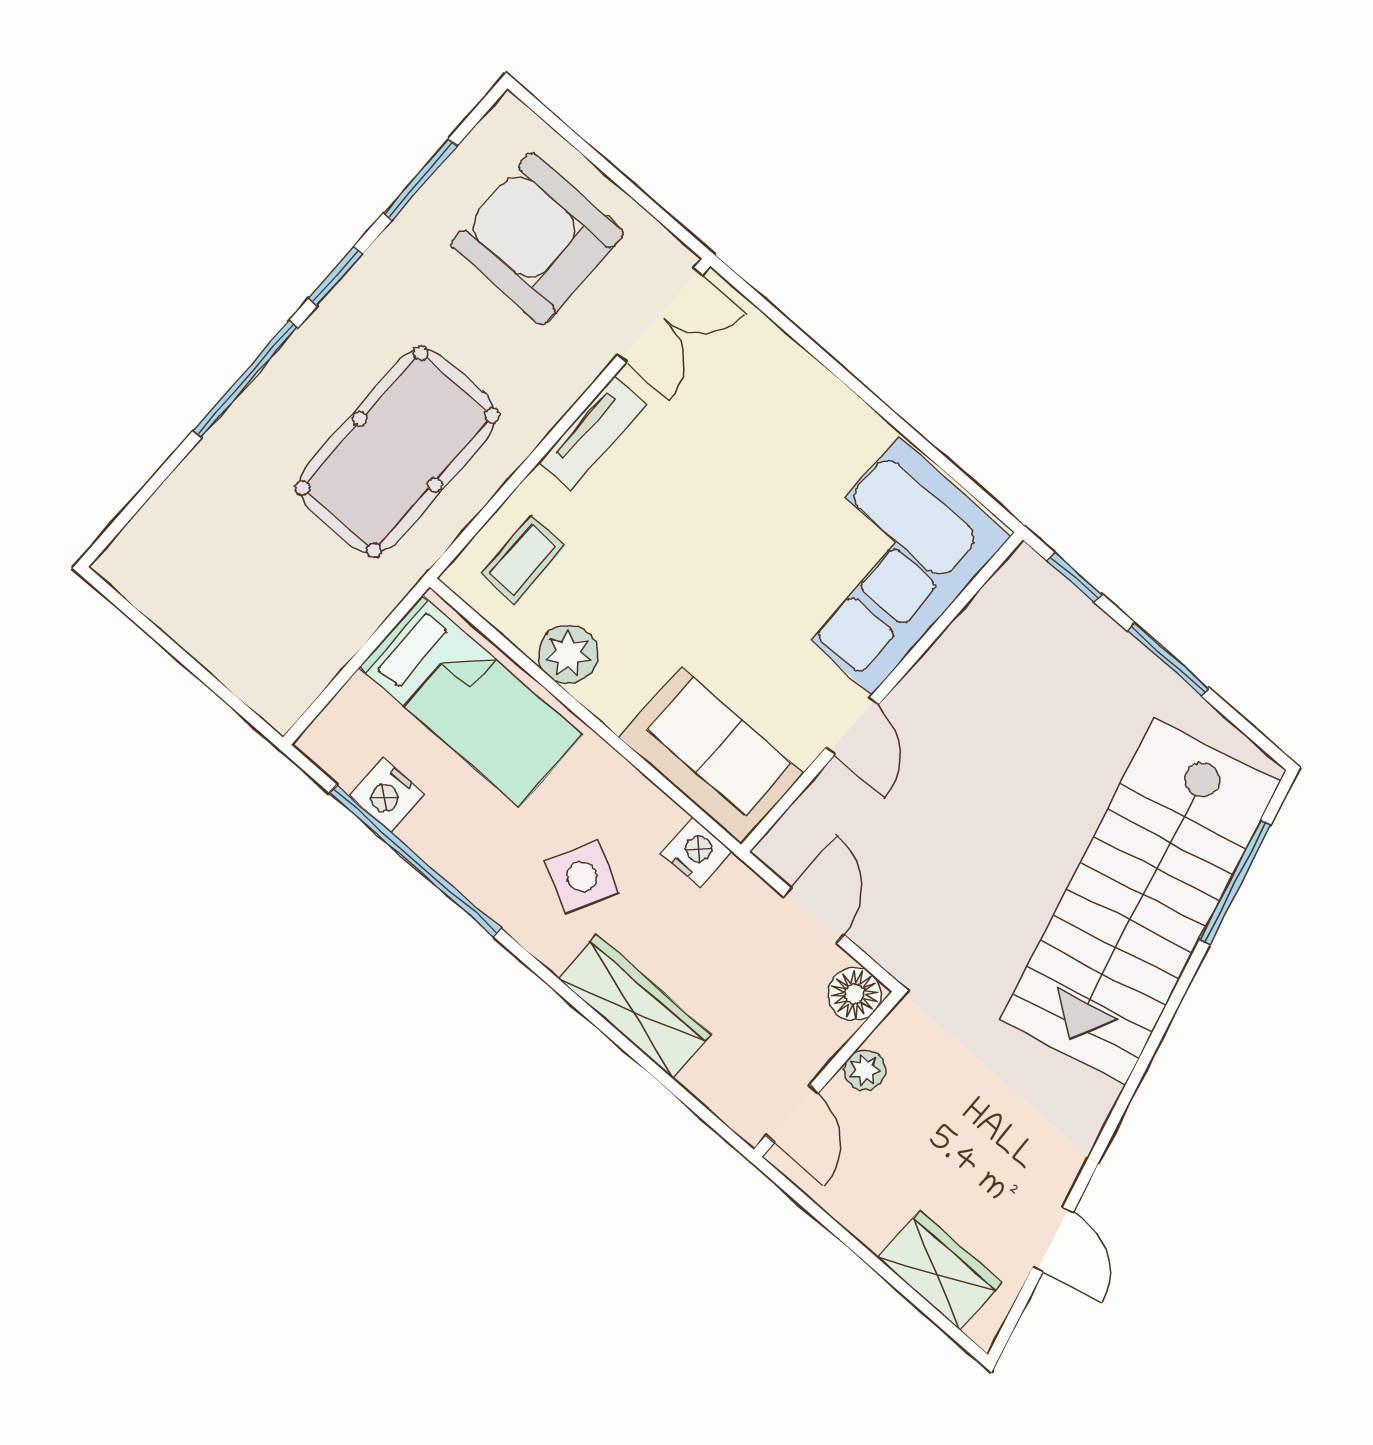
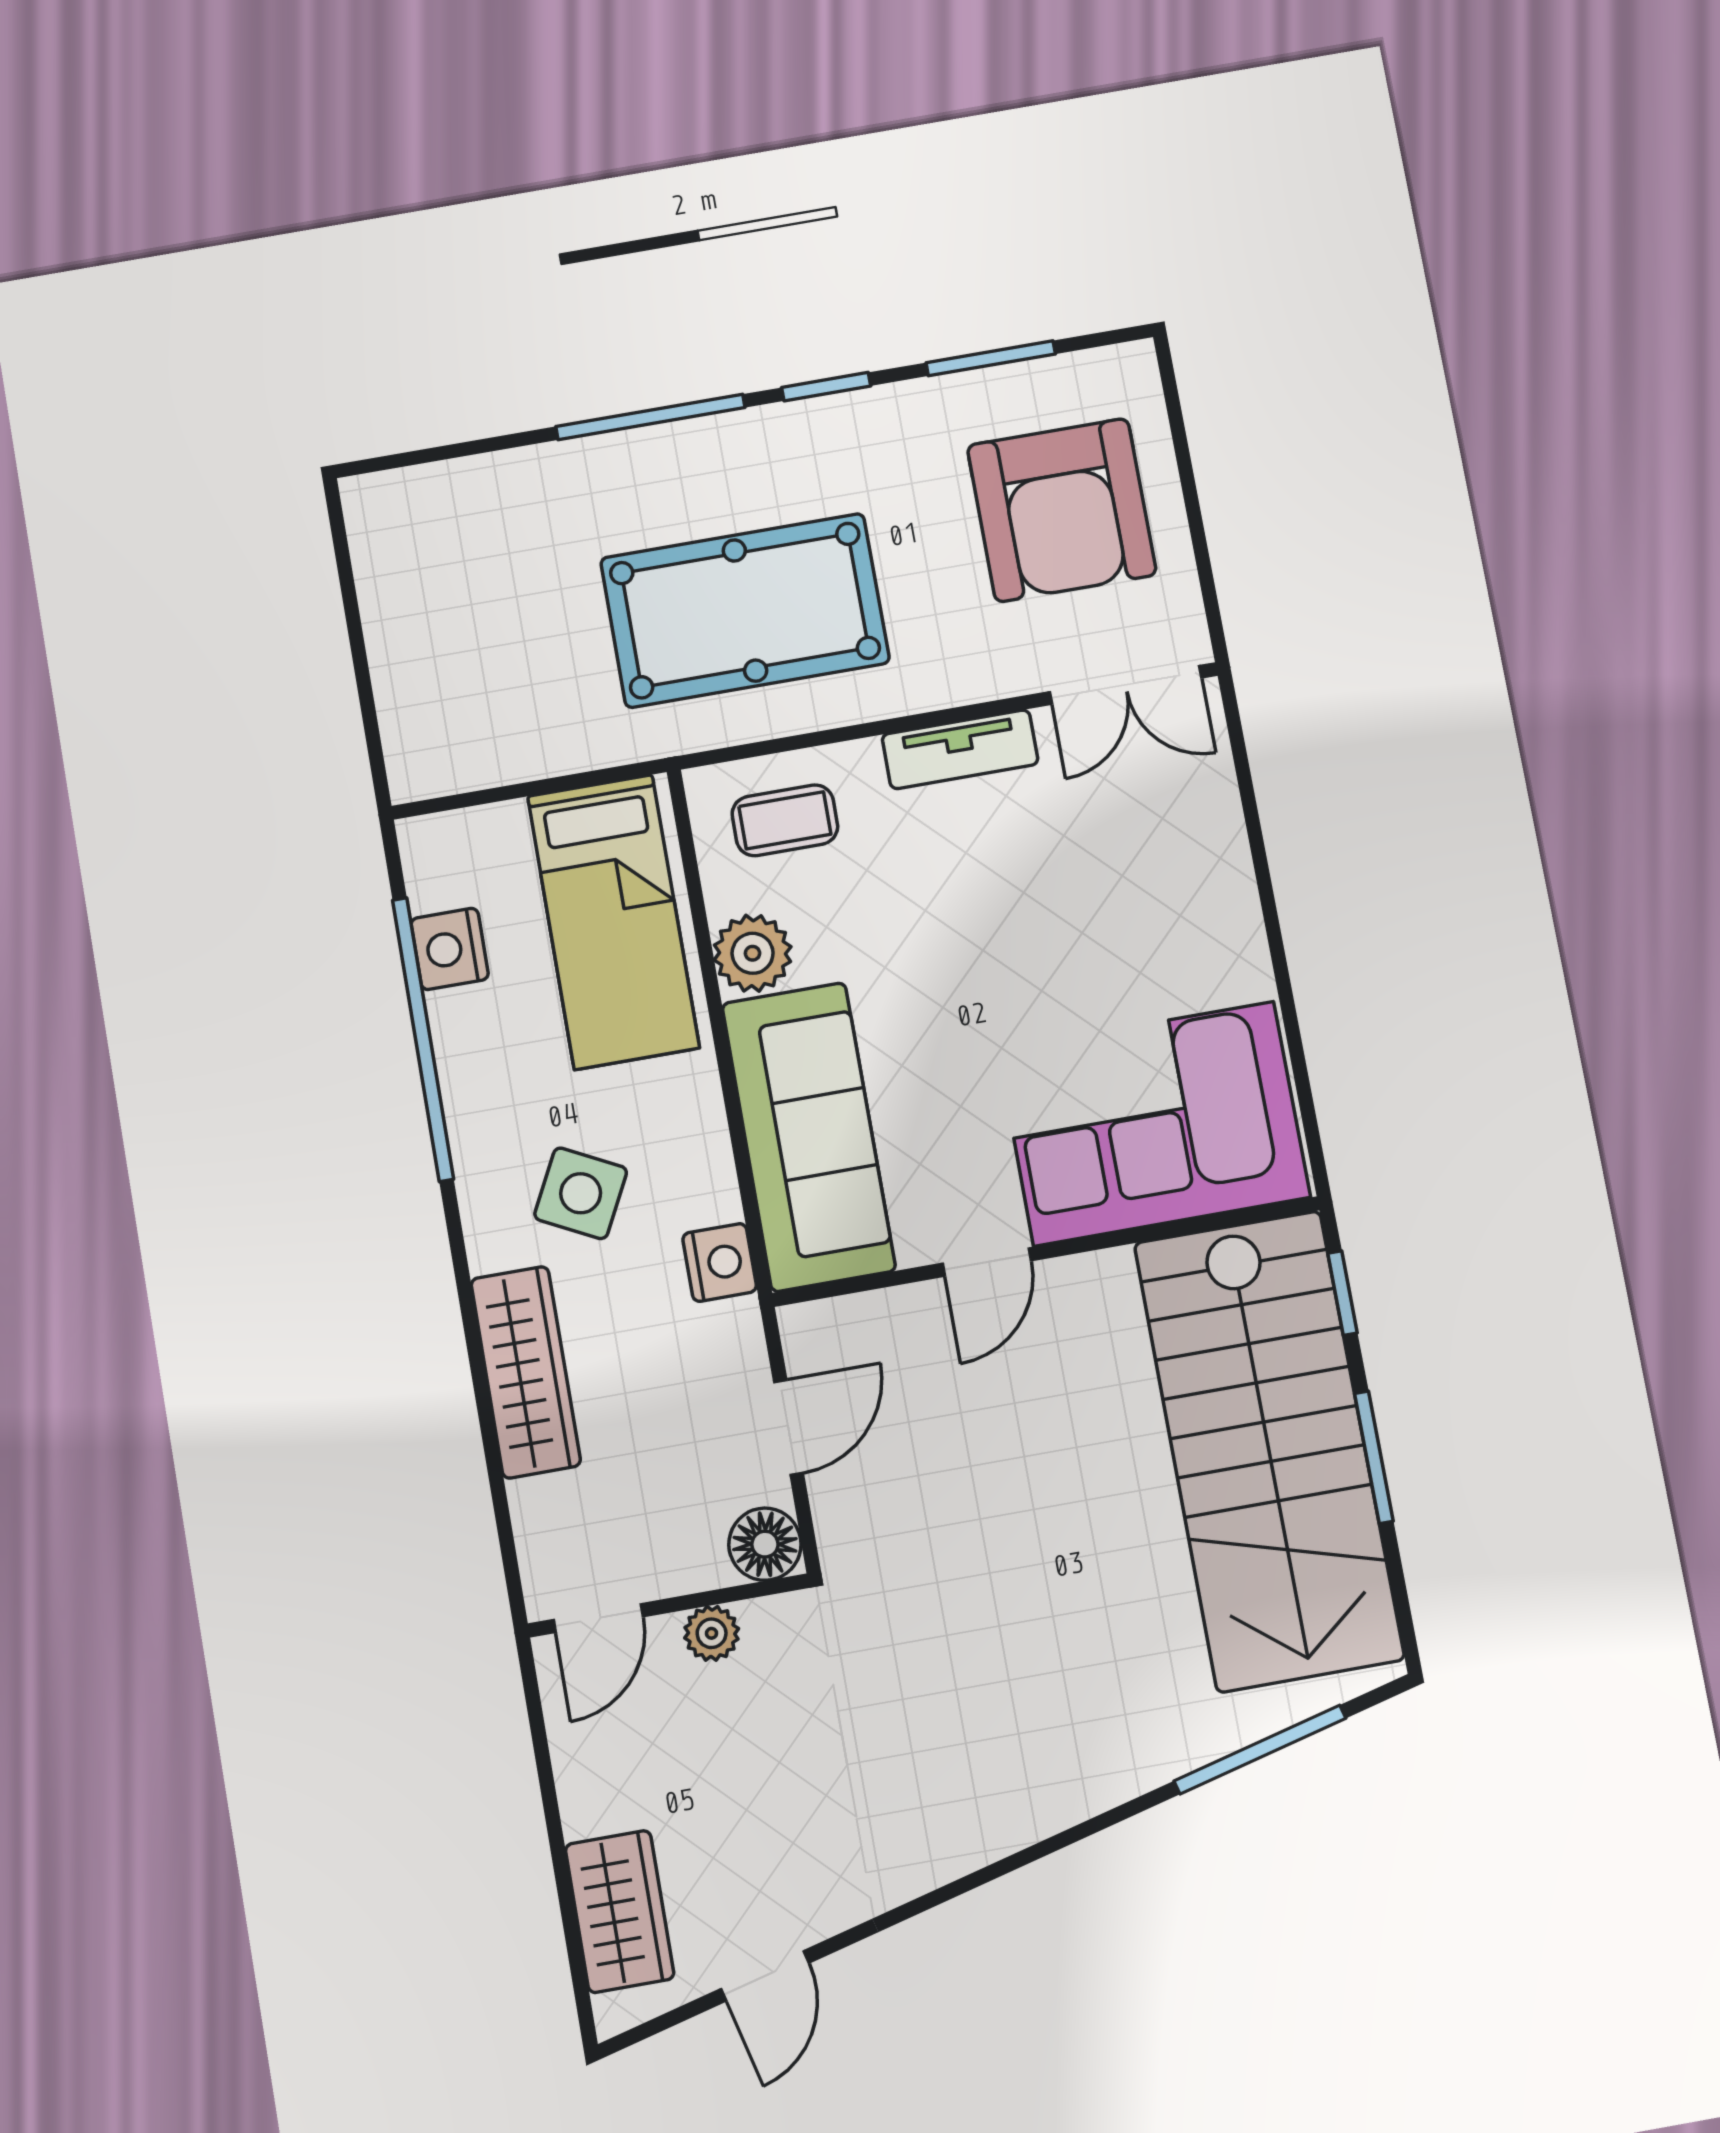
armchair: (537, 239) -> (1062, 510), turned 180
sofa: (711, 756) -> (809, 1137), width x1.36
stairs: (1140, 901) -> (1269, 1450), moved, turned -76

